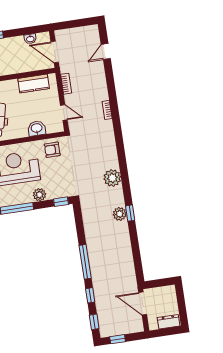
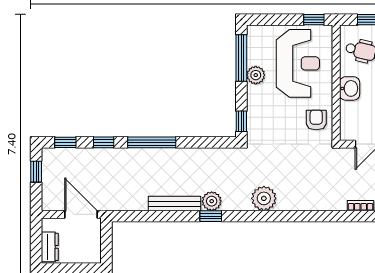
washbasin: (37, 128) -> (350, 88), moved
plant: (39, 195) -> (256, 75), moved
bench: (125, 240) -> (175, 204), added
door: (143, 303) -> (81, 214), hinge flipped

